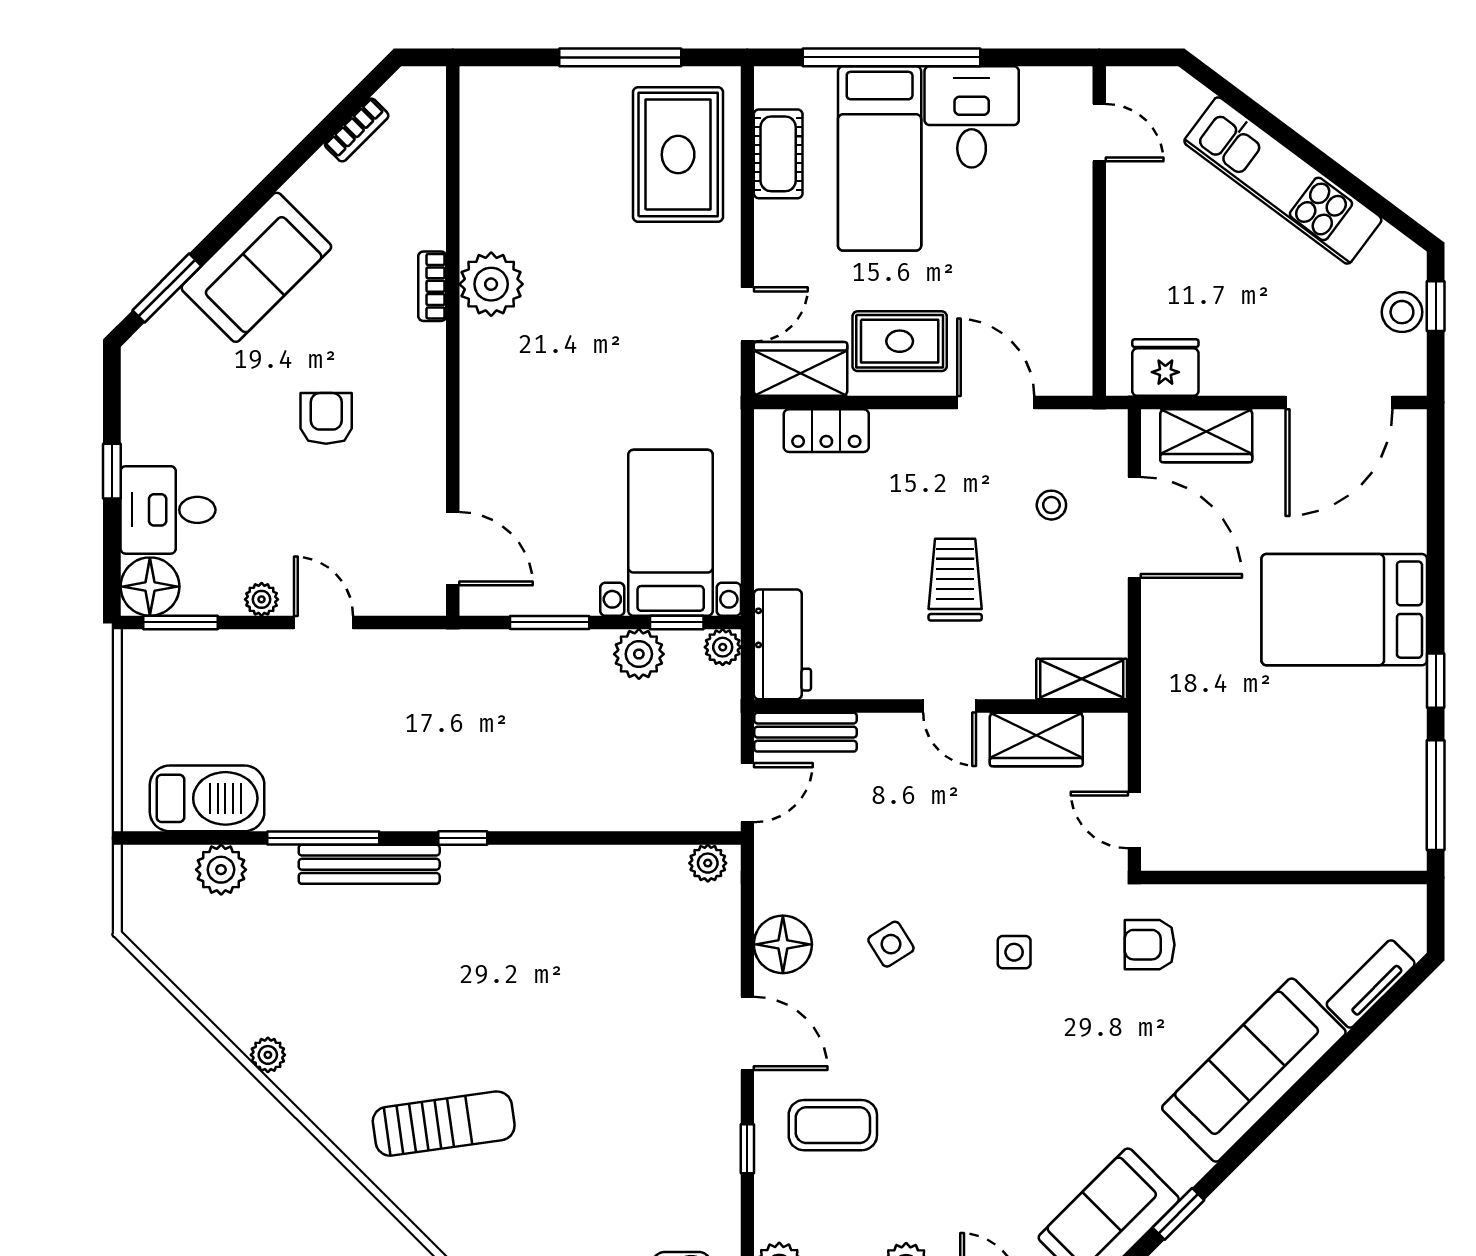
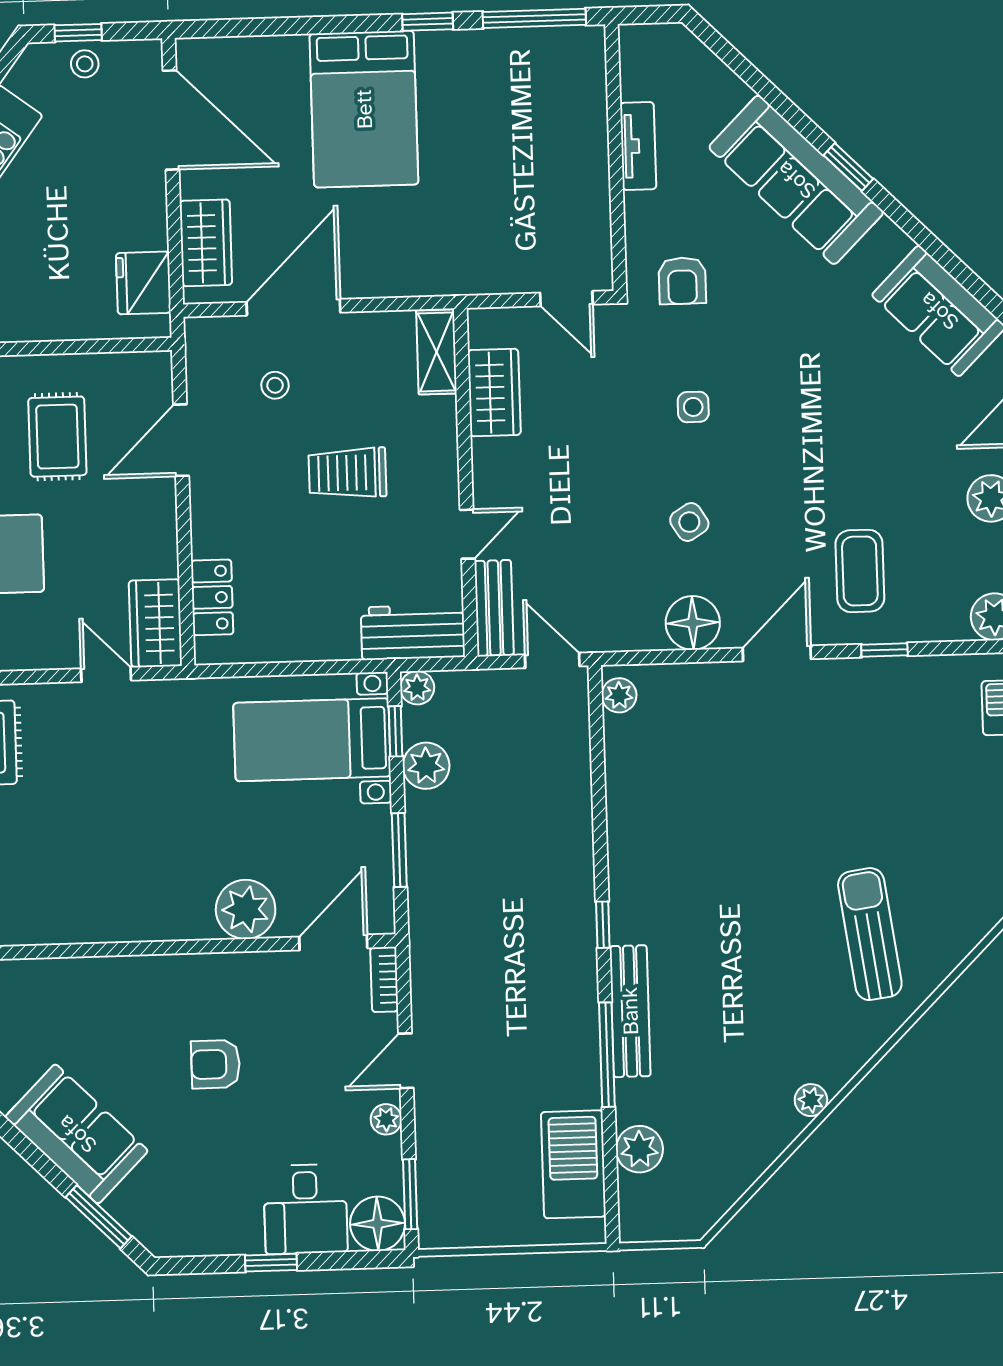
plant: (491, 284) -> (246, 909), moved
bookcase: (432, 286) -> (384, 979), moved, turned 90
stool: (1402, 312) -> (85, 64), width x0.73, depth x0.73
rug: (900, 341) -> (57, 437), moved
door: (950, 706) -> (467, 534), moved
door: (1134, 820) -> (566, 299), hinge flipped
tv unit: (1371, 984) -> (638, 146), moved, turned -135
window: (1178, 1214) -> (848, 167), moved

